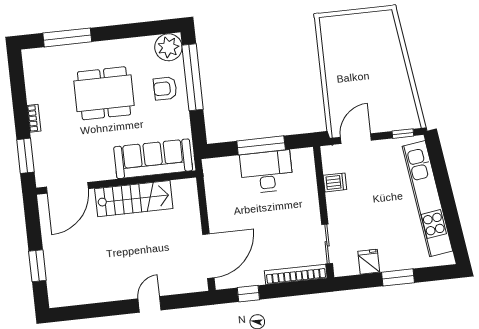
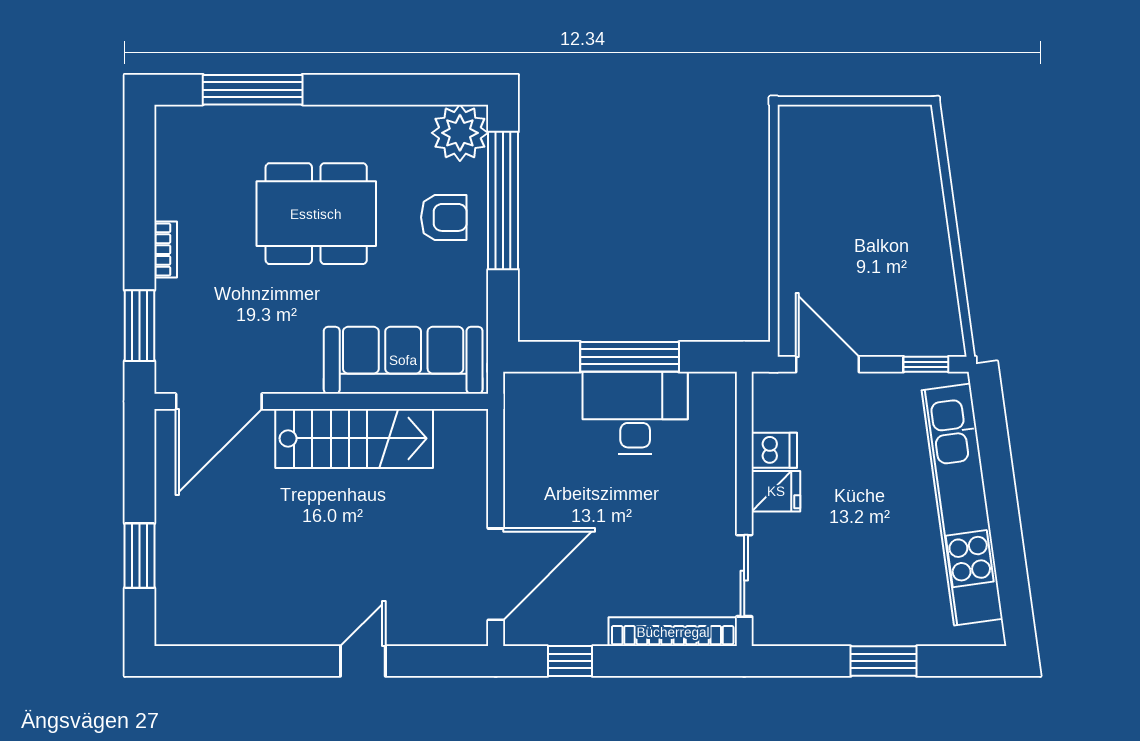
armchair: (165, 88) -> (444, 217), turned 180
door: (356, 139) -> (827, 364), hinge flipped
fridge: (369, 262) -> (776, 491), moved, turned 90

